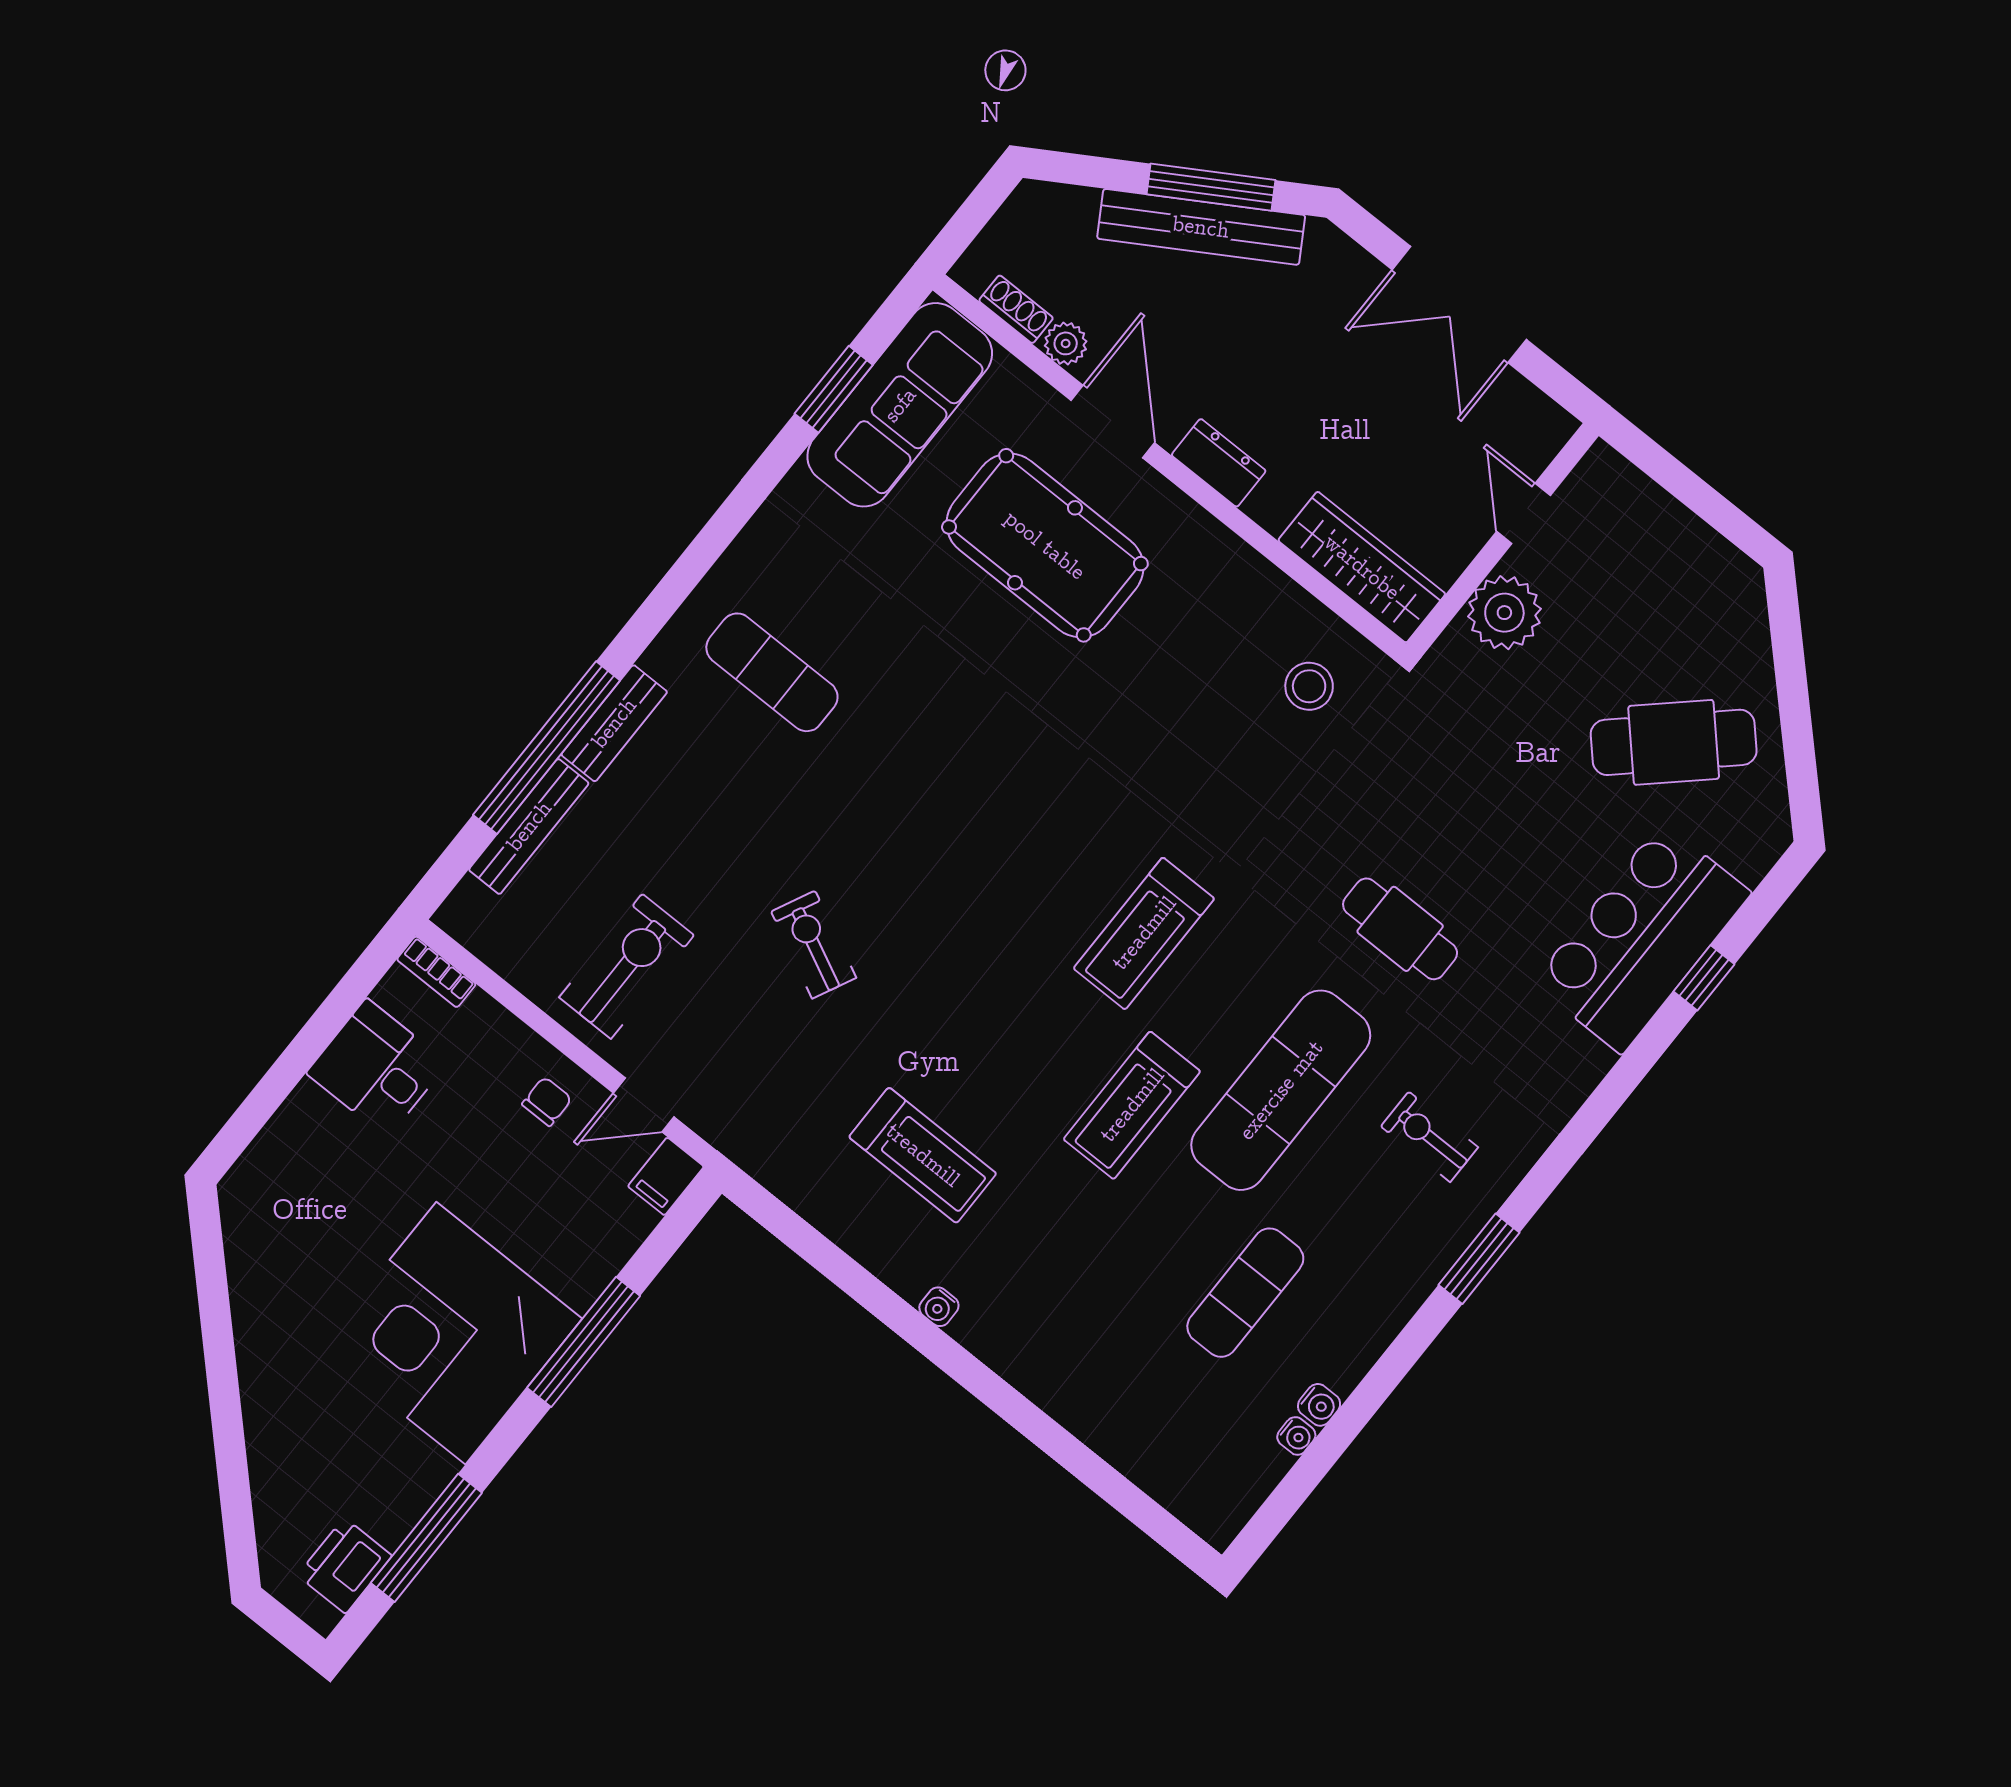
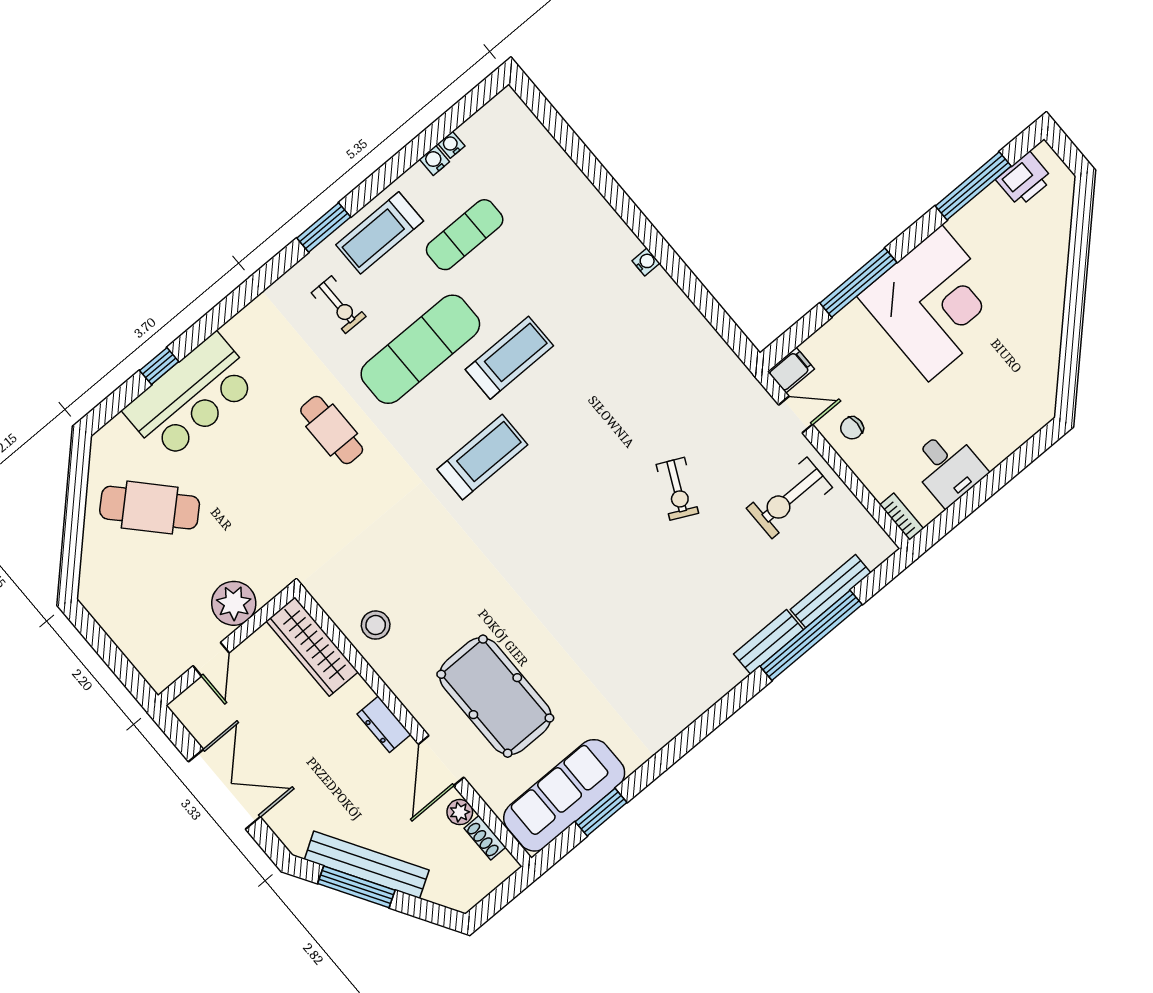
exercise mat: (772, 672) -> (670, 653), removed
stool: (1309, 686) -> (376, 625), moved
treadmill: (923, 1155) -> (380, 233), moved, turned -90

